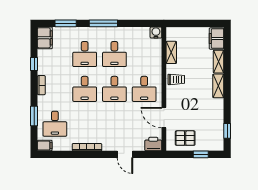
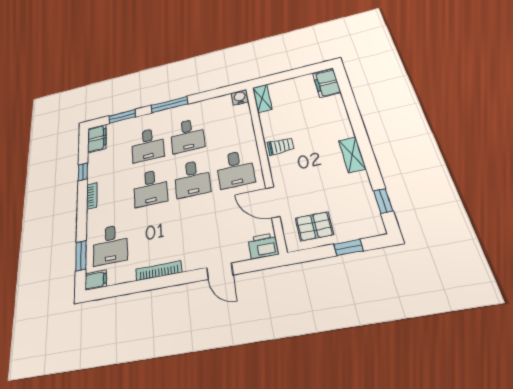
shelving: (171, 52) -> (262, 98), moved
shelving: (219, 62) -> (338, 109), removed
shelving: (218, 86) -> (352, 155), moved
window: (34, 116) -> (81, 256), moved

